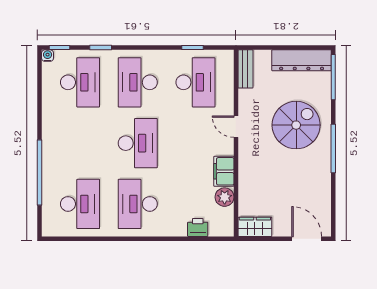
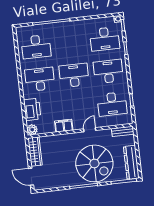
spiral stairs: (296, 125) -> (94, 163), width x1.37, depth x1.37
desk: (138, 143) -> (74, 75), turned 180
plant: (225, 197) -> (32, 130), moved
printer: (198, 227) -> (32, 109), width x1.87, depth x1.48
wardrobe: (255, 227) -> (35, 152), width x1.50
door: (307, 239) -> (31, 177), swing flipped

